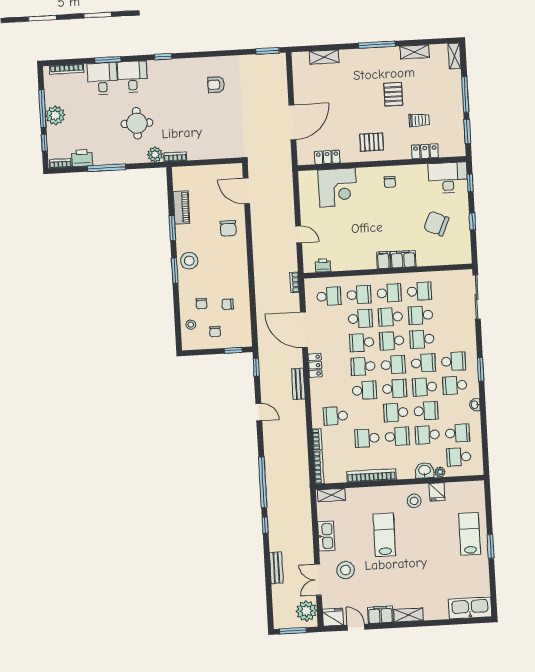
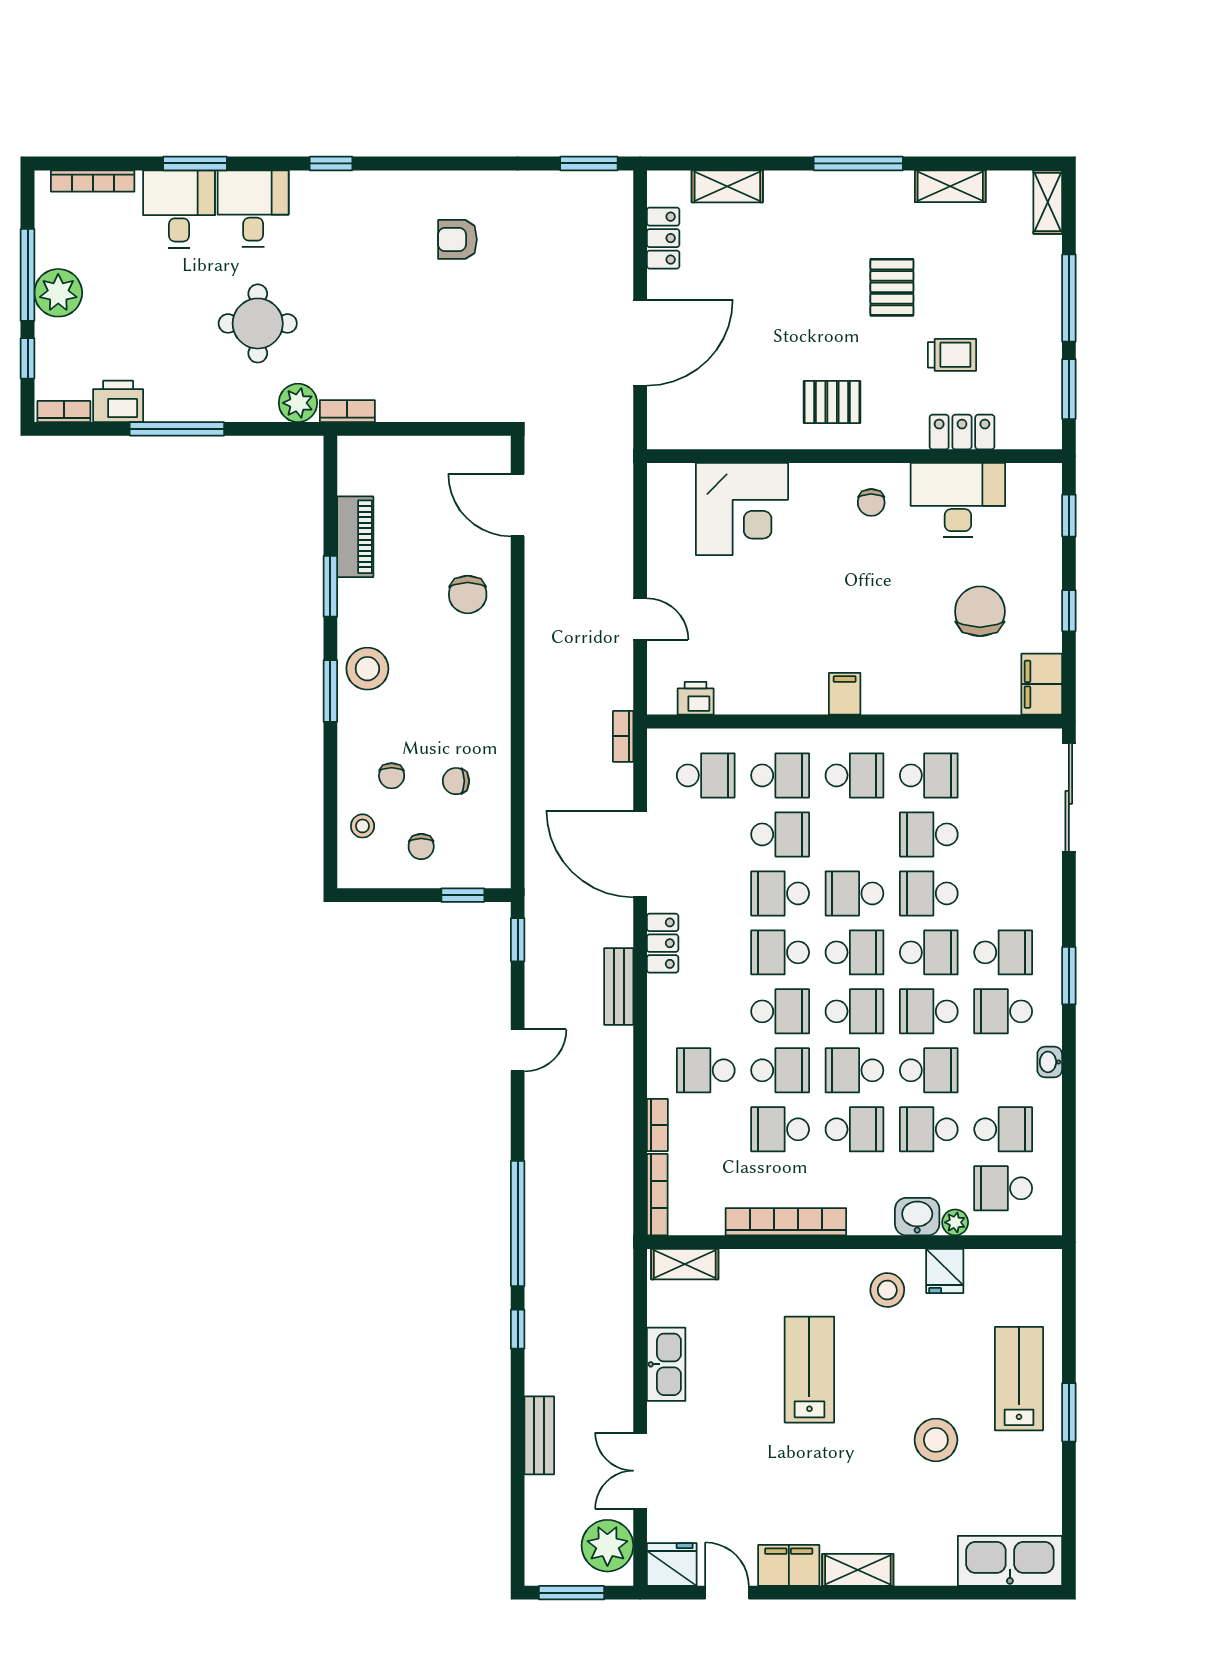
locker: (327, 157) -> (663, 238), moved, turned 90
desk: (448, 178) -> (958, 500), moved
chair: (436, 224) -> (980, 611), turned 66
filing cabinet: (403, 259) -> (1042, 684), moved, turned -90
school desk: (390, 317) -> (780, 1070), moved, turned 180
door: (259, 412) -> (518, 1050), hinge flipped
stool: (346, 570) -> (936, 1440), moved

